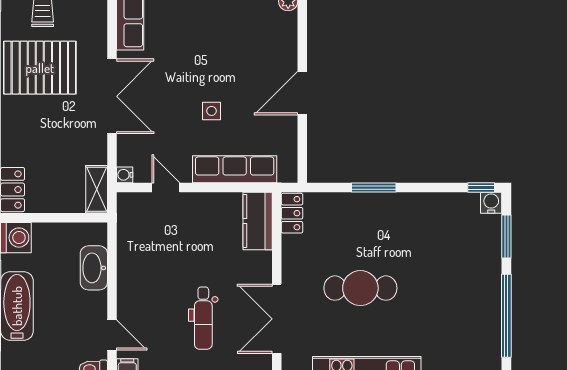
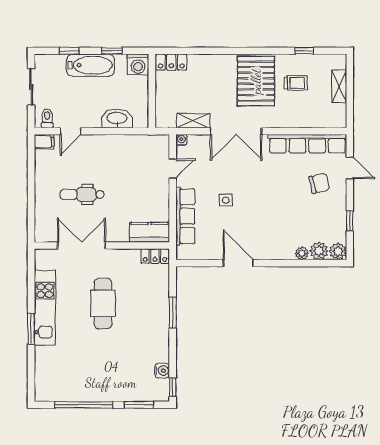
shelving: (97, 189) -> (193, 121), moved
water cooler: (491, 203) -> (162, 371), moved

